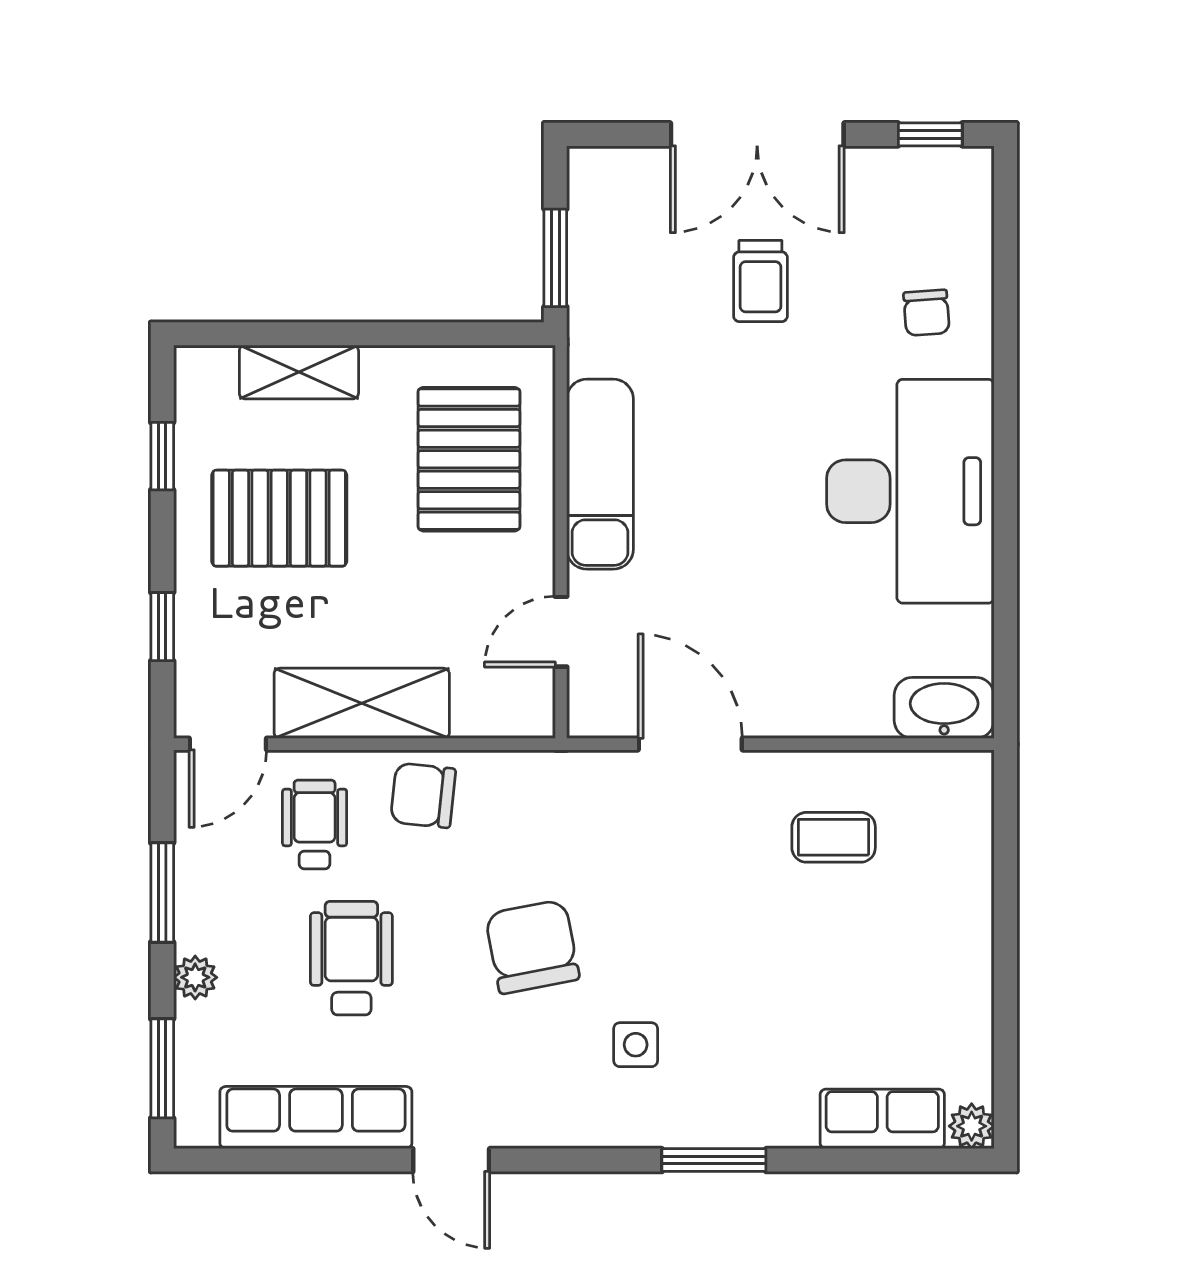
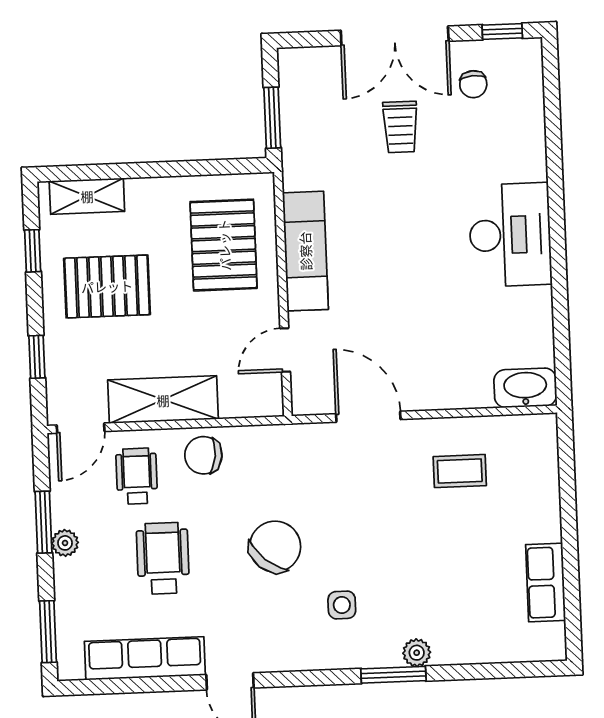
chair: (926, 313) -> (473, 84), moved
shelving: (299, 372) -> (87, 196), moved
desk: (910, 491) -> (510, 235), width x0.73, depth x0.77
chair: (532, 947) -> (275, 547), turned 51
plant: (195, 977) -> (65, 543), moved
row of seats: (882, 1119) -> (546, 582), moved, turned -90
plant: (972, 1126) -> (417, 653), moved

